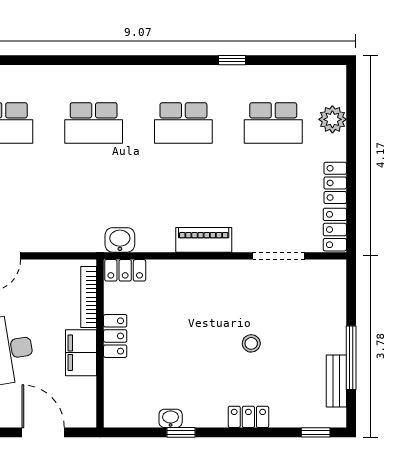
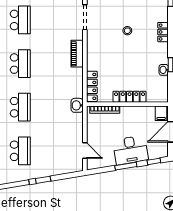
washbasin: (120, 240) -> (77, 105), moved
locker: (125, 270) -> (92, 86), width x1.53
locker: (115, 336) -> (130, 97), width x1.53
filing cabinet: (81, 353) -> (161, 113), moved, width x0.50

